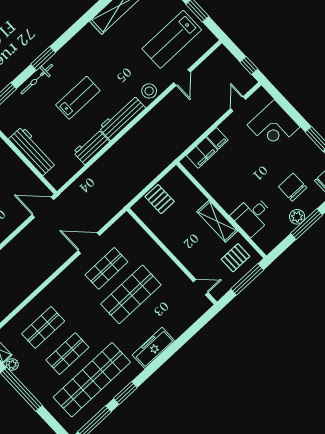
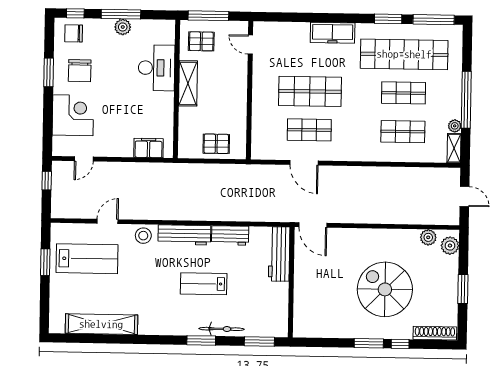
filing cabinet: (217, 138) -> (126, 148), removed
workbench: (32, 151) -> (279, 254), moved
chair: (293, 187) -> (80, 71), moved
pallet: (160, 199) -> (216, 144), turned 90
desk: (252, 216) -> (157, 68), width x1.37

